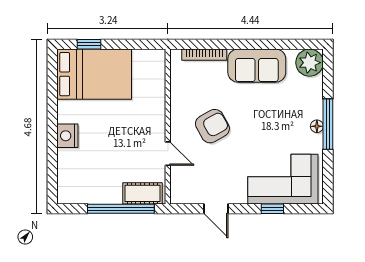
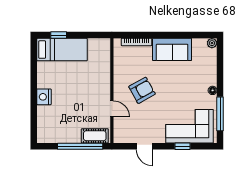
plant: (310, 63) -> (212, 43), width x0.53, depth x0.53
bed: (94, 74) -> (62, 50), width x0.67
window: (328, 124) -> (220, 114), moved

